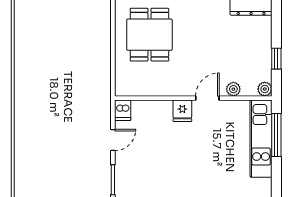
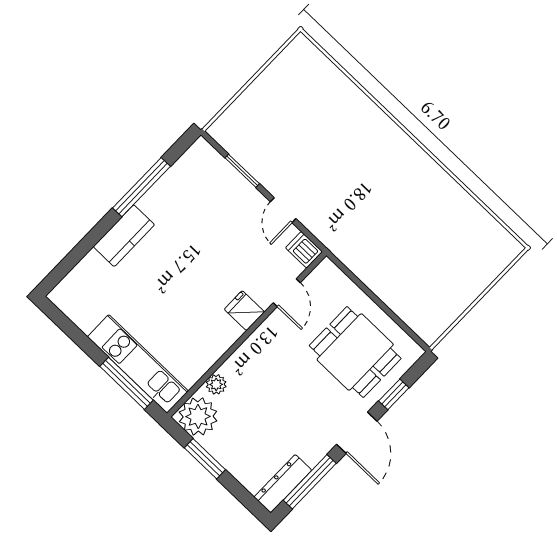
window: (276, 59) -> (205, 459), width x1.50
plant: (265, 89) -> (198, 416), width x1.87, depth x1.87
door: (207, 98) -> (287, 293), moved

